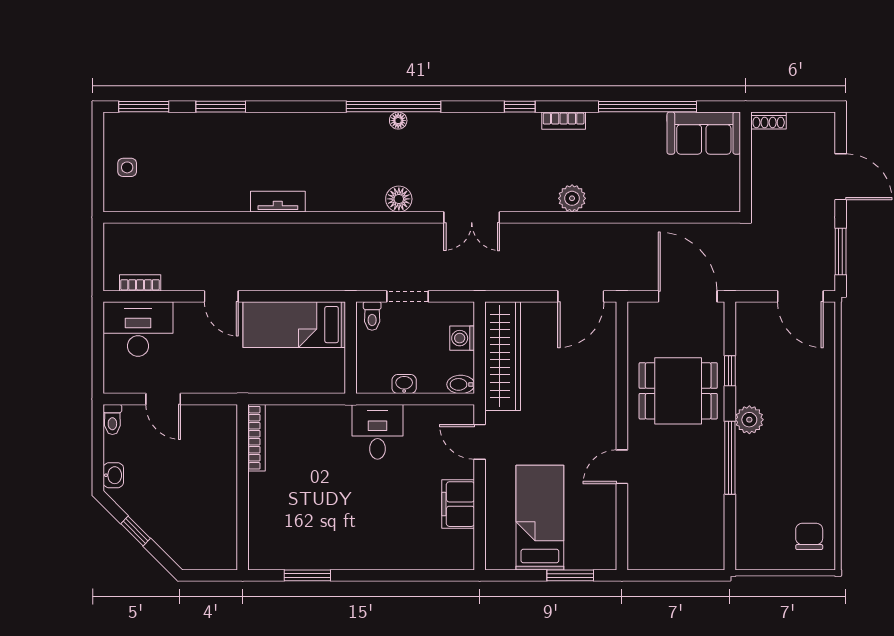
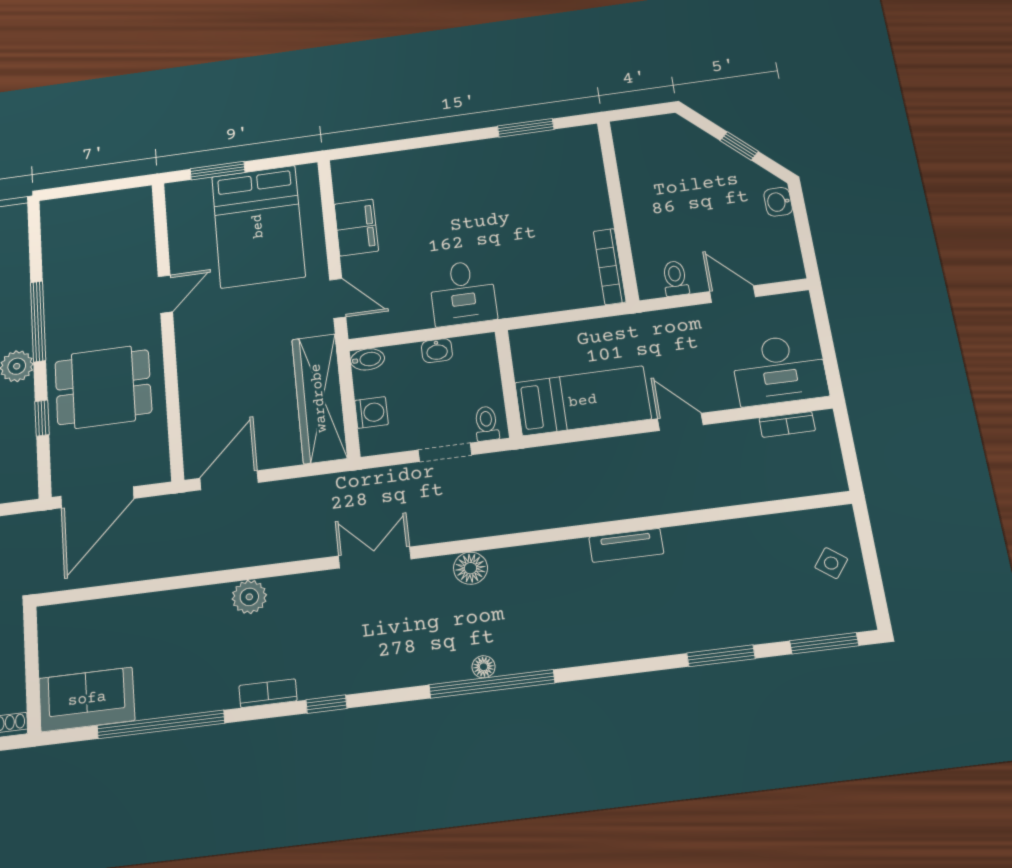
side table: (127, 167) -> (831, 563), turned 37
door: (688, 296) -> (97, 497), hinge flipped
toilet: (112, 419) -> (675, 278), moved
bed: (540, 518) -> (258, 226), width x1.50

